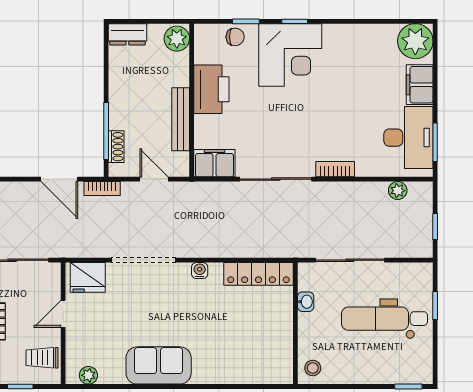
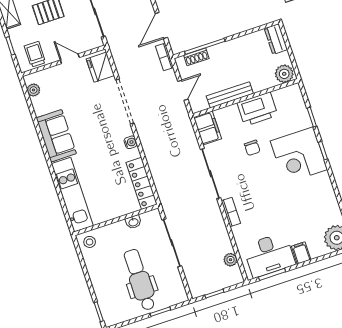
chair: (235, 37) -> (252, 148), moved
filing cabinet: (420, 85) -> (301, 253), width x0.50
kitchen unit: (243, 370) -> (72, 195), added

